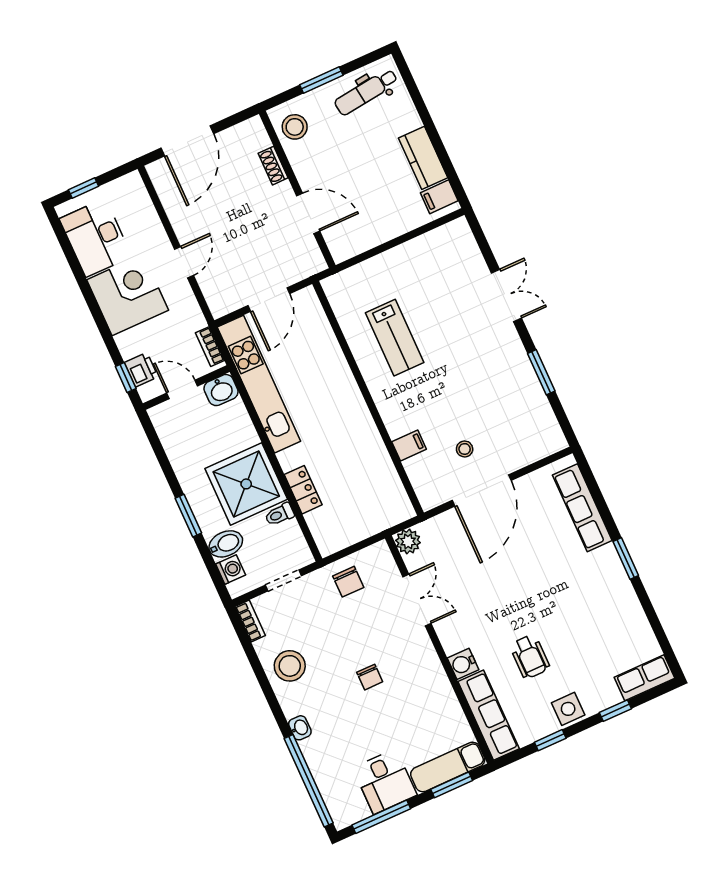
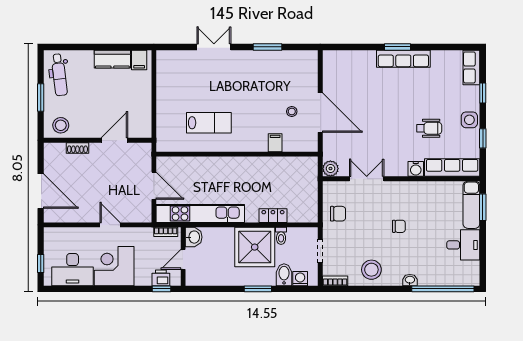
row of seats: (582, 508) -> (403, 59), moved
window: (381, 817) -> (483, 256), removed

